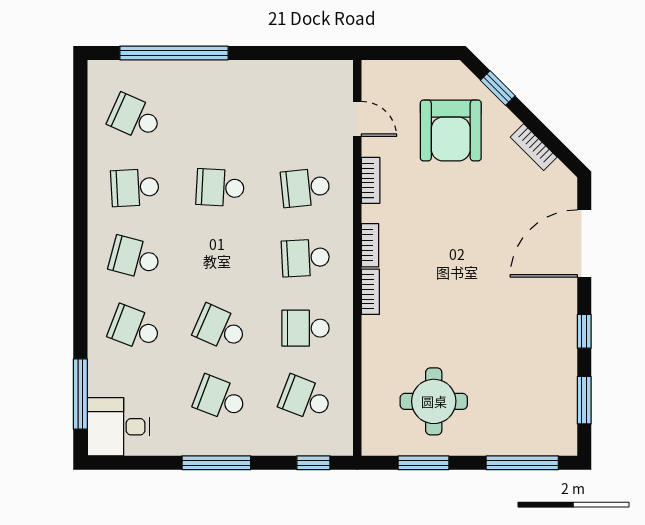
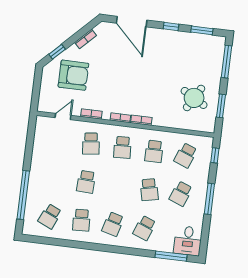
school desk: (220, 328) -> (149, 190), turned -36
round table: (434, 401) -> (194, 98), turned 30

